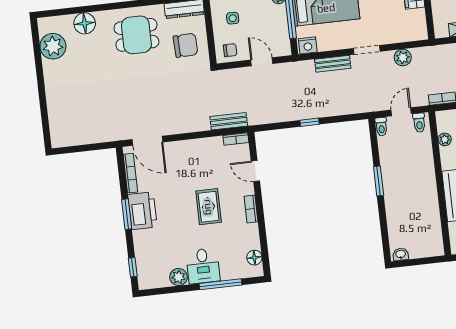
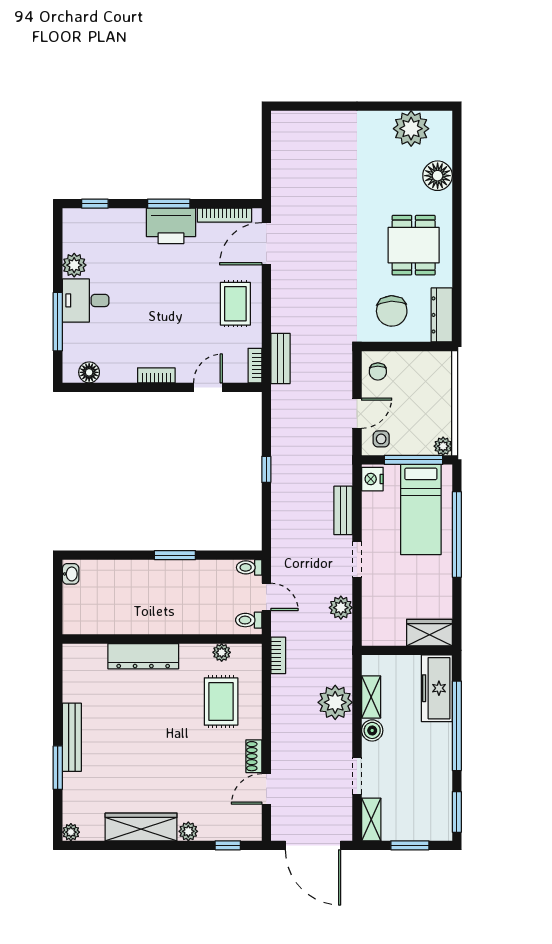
side table: (233, 18) -> (381, 439), moved
rug: (209, 207) -> (235, 304), moved, turned 90

